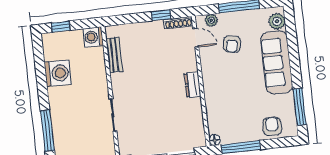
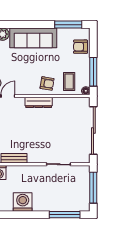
armchair: (232, 44) -> (47, 83), moved
dresser: (193, 85) -> (39, 102), width x1.44
coffee table: (224, 117) -> (69, 81), added

